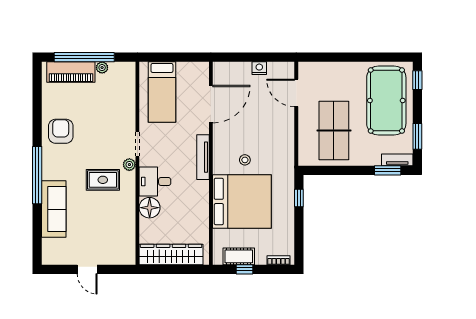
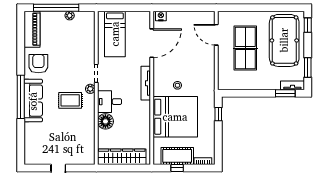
nightstand: (259, 68) -> (161, 16), moved
piano: (71, 72) -> (32, 29), moved, turned -90
table tennis table: (334, 131) -> (245, 48), moved
sofa: (54, 209) -> (33, 101), moved
cot: (239, 256) -> (177, 156), width x1.37, depth x1.34

